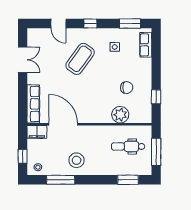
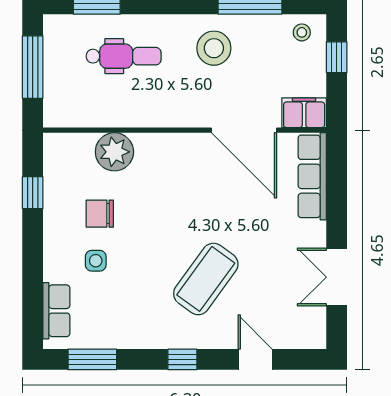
side table: (115, 47) -> (96, 261), moved
dental chair: (128, 146) -> (124, 56), moved

